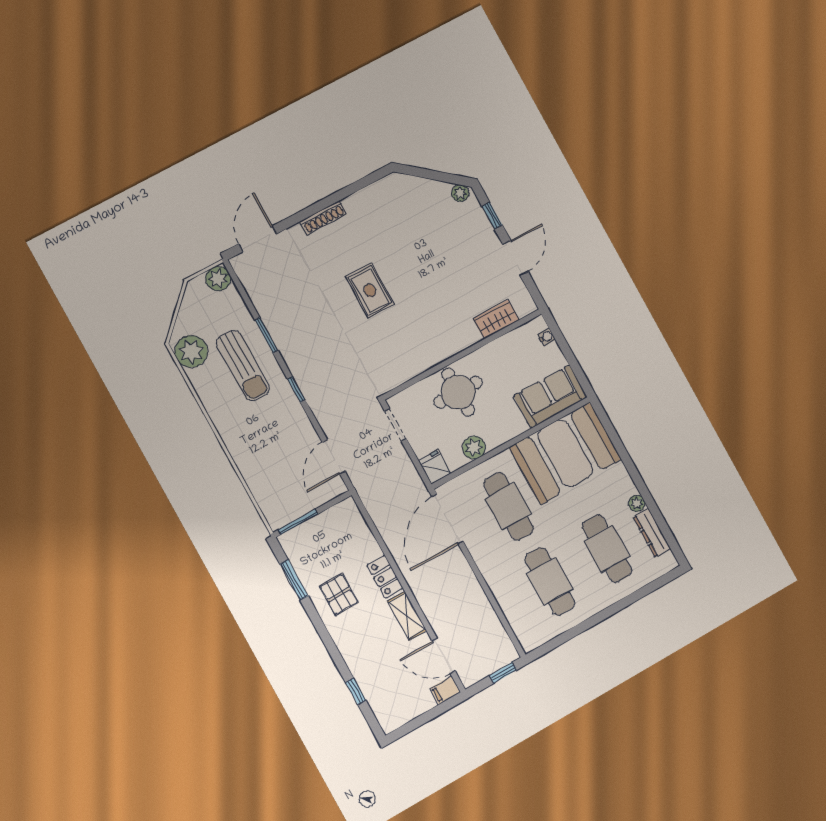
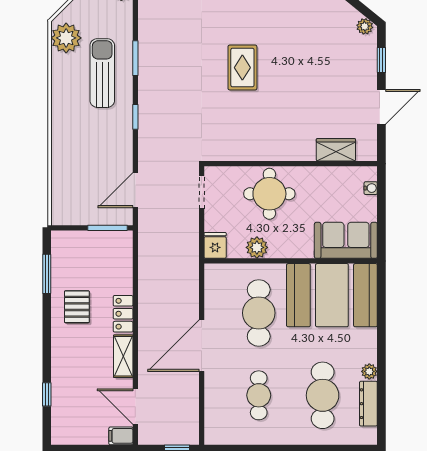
sun lounger: (243, 366) -> (102, 73), turned 180
door: (448, 519) -> (202, 346), moved
window: (298, 522) -> (108, 228), moved
cafe table: (550, 581) -> (259, 395), width x0.73, depth x0.74

